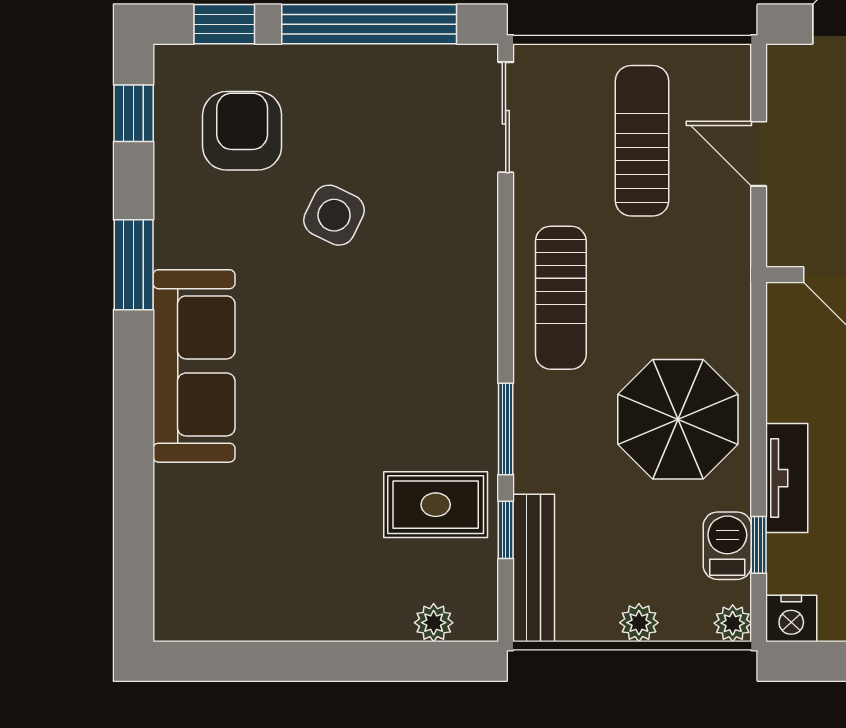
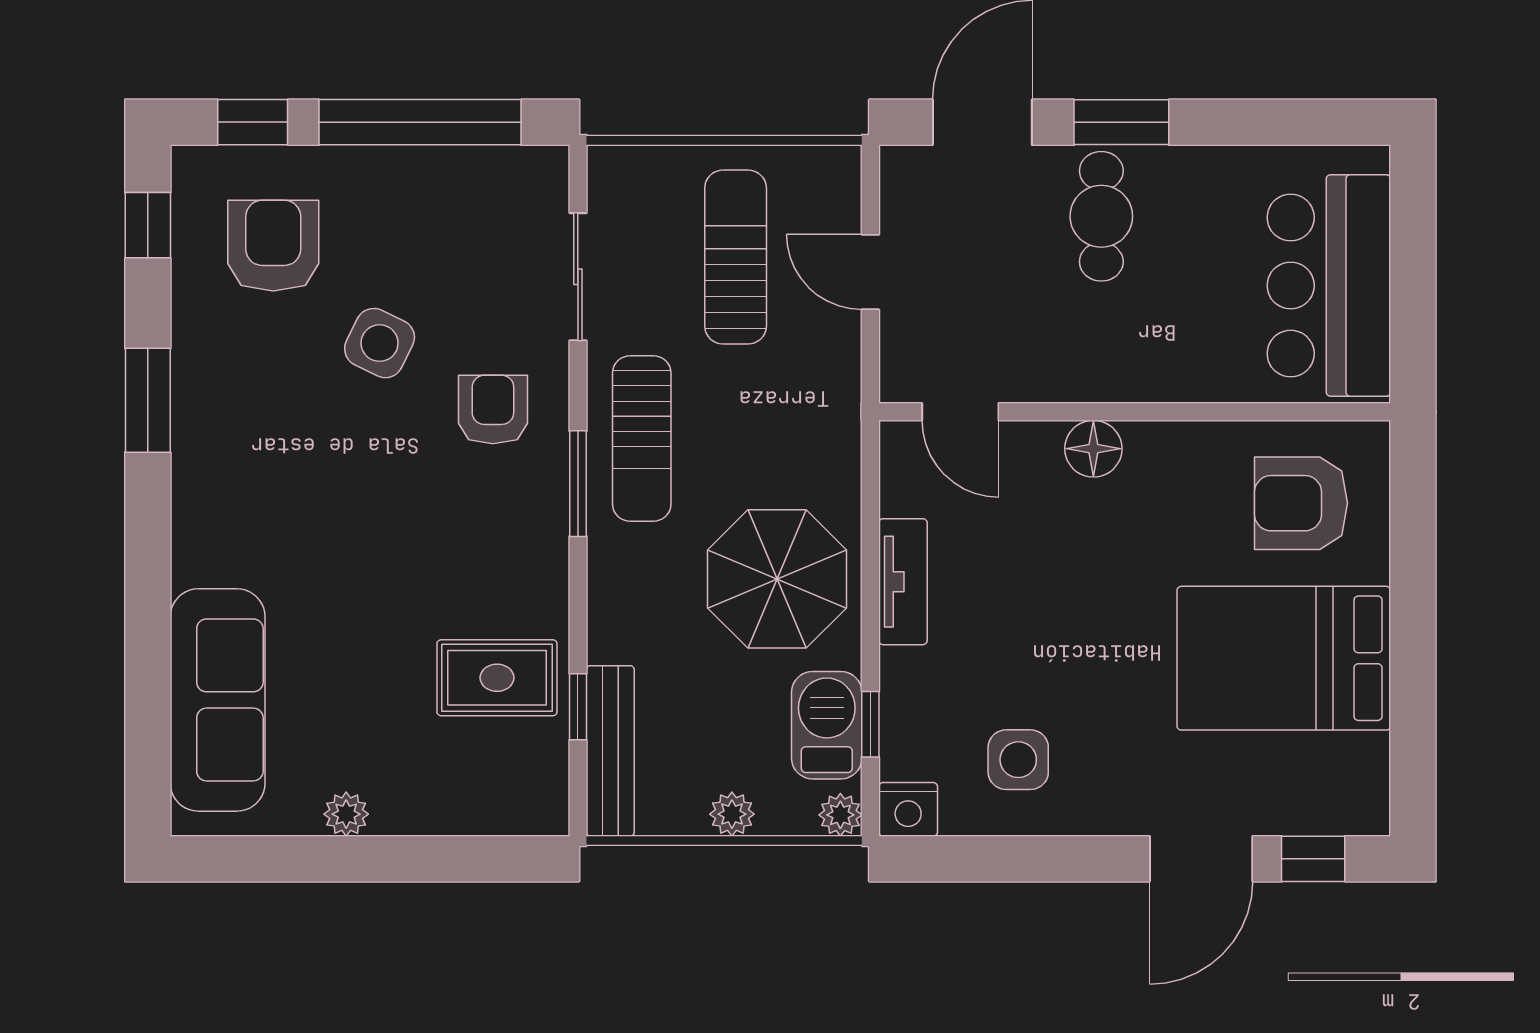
sliding door: (506, 117) -> (578, 277), moved
armchair: (432, 273) -> (493, 409), added
sofa: (194, 366) -> (218, 700), moved
window: (506, 429) -> (578, 484), moved
tv unit: (787, 478) -> (903, 582), moved
barbecue: (727, 546) -> (827, 725), width x1.38, depth x1.27
plant: (434, 623) -> (346, 814), moved

